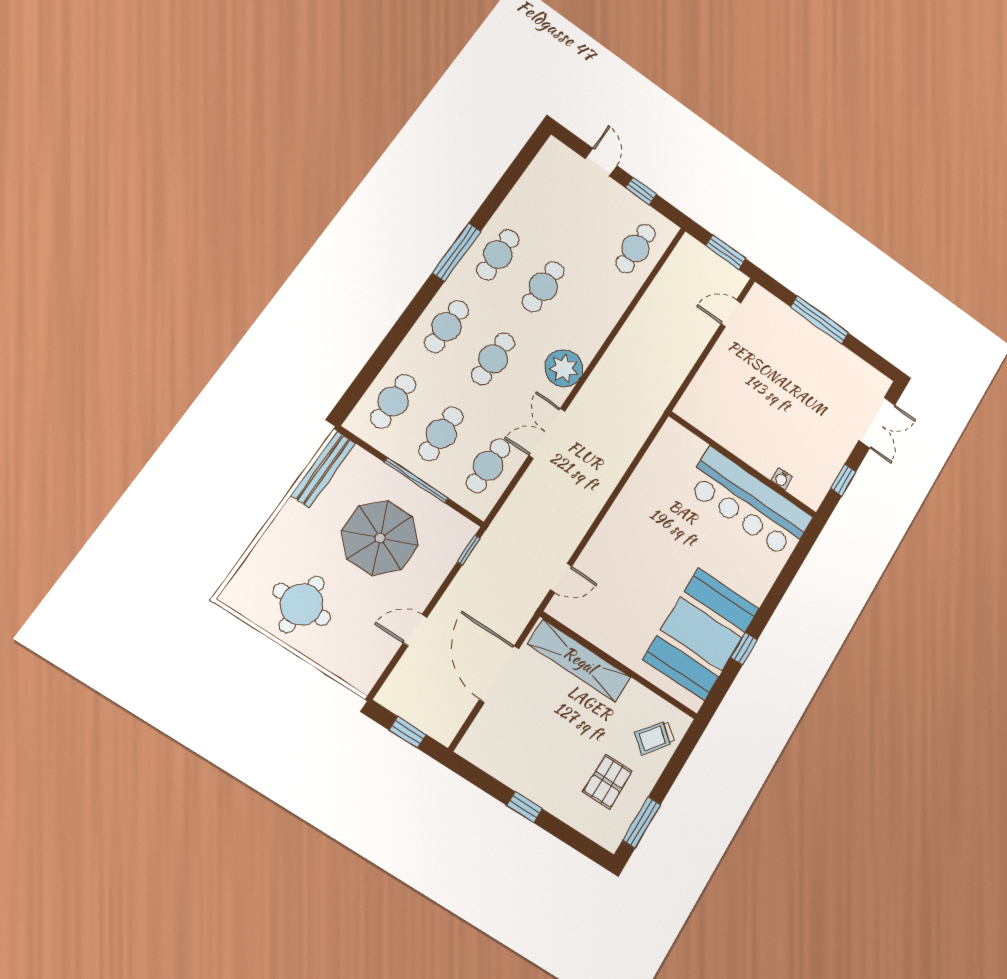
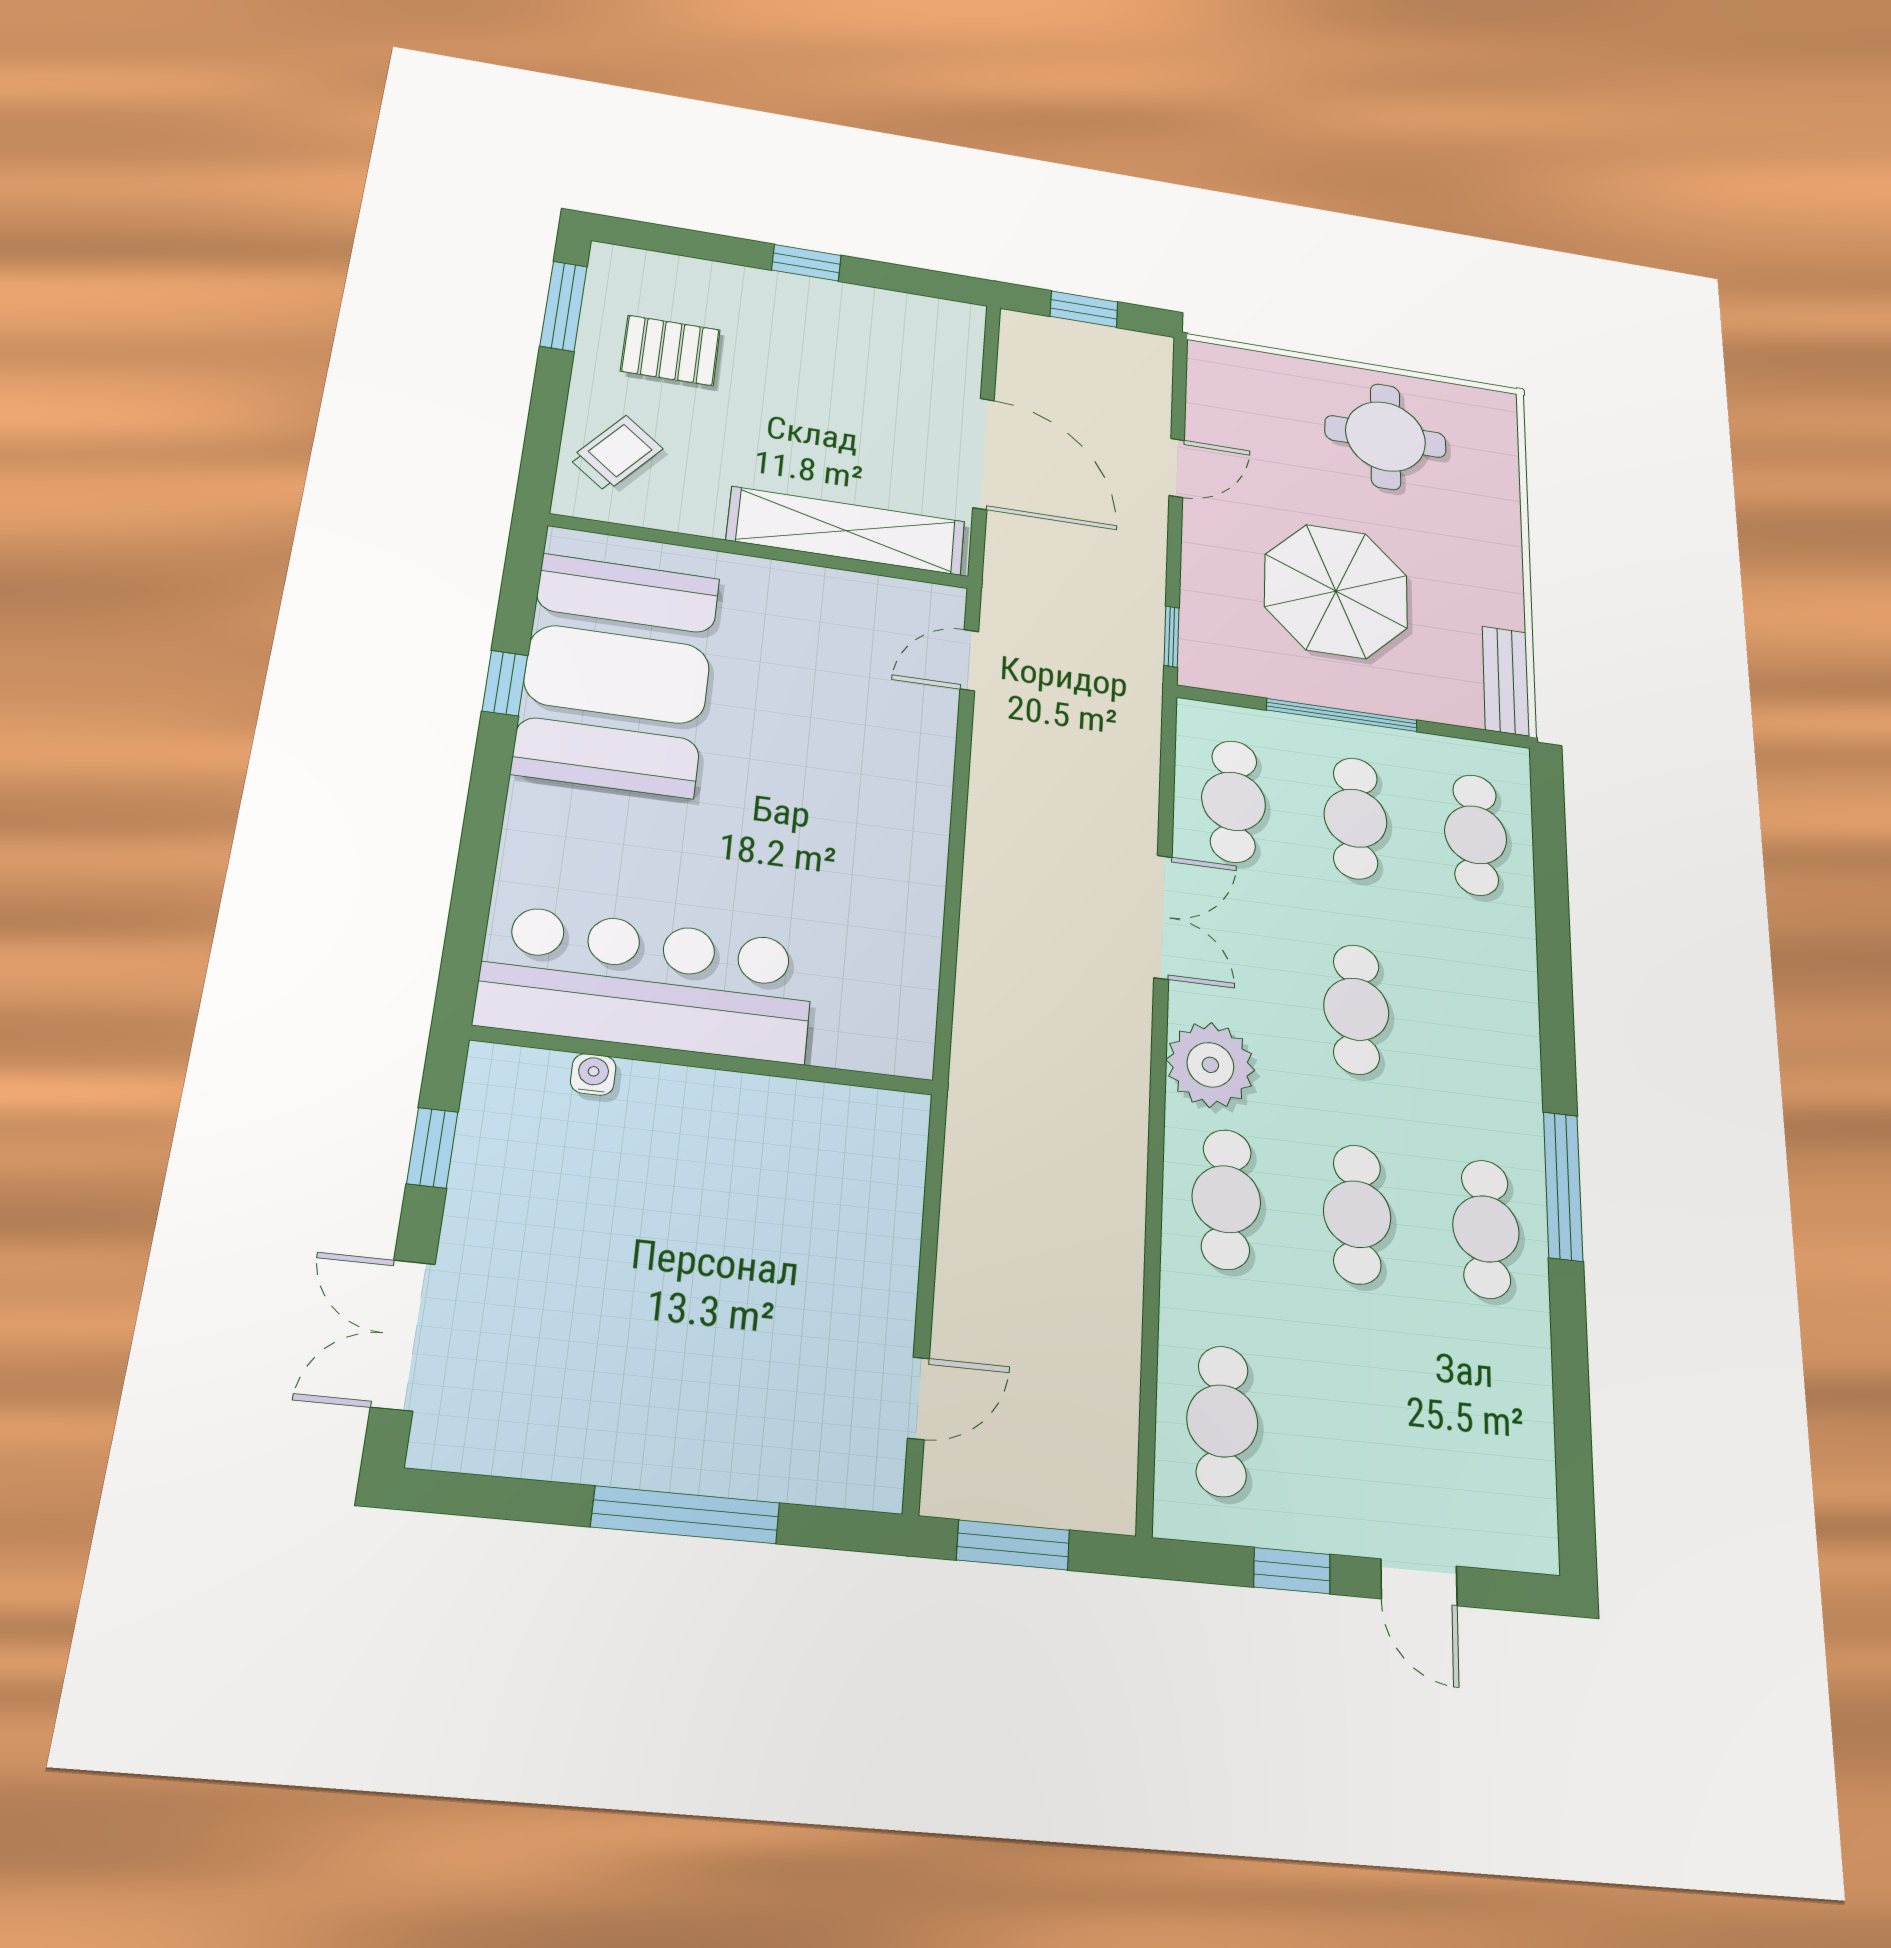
cafe table: (447, 327) -> (1226, 1199), moved
bench: (323, 469) -> (1506, 681), width x0.73
pallet: (608, 782) -> (670, 350), turned 90

